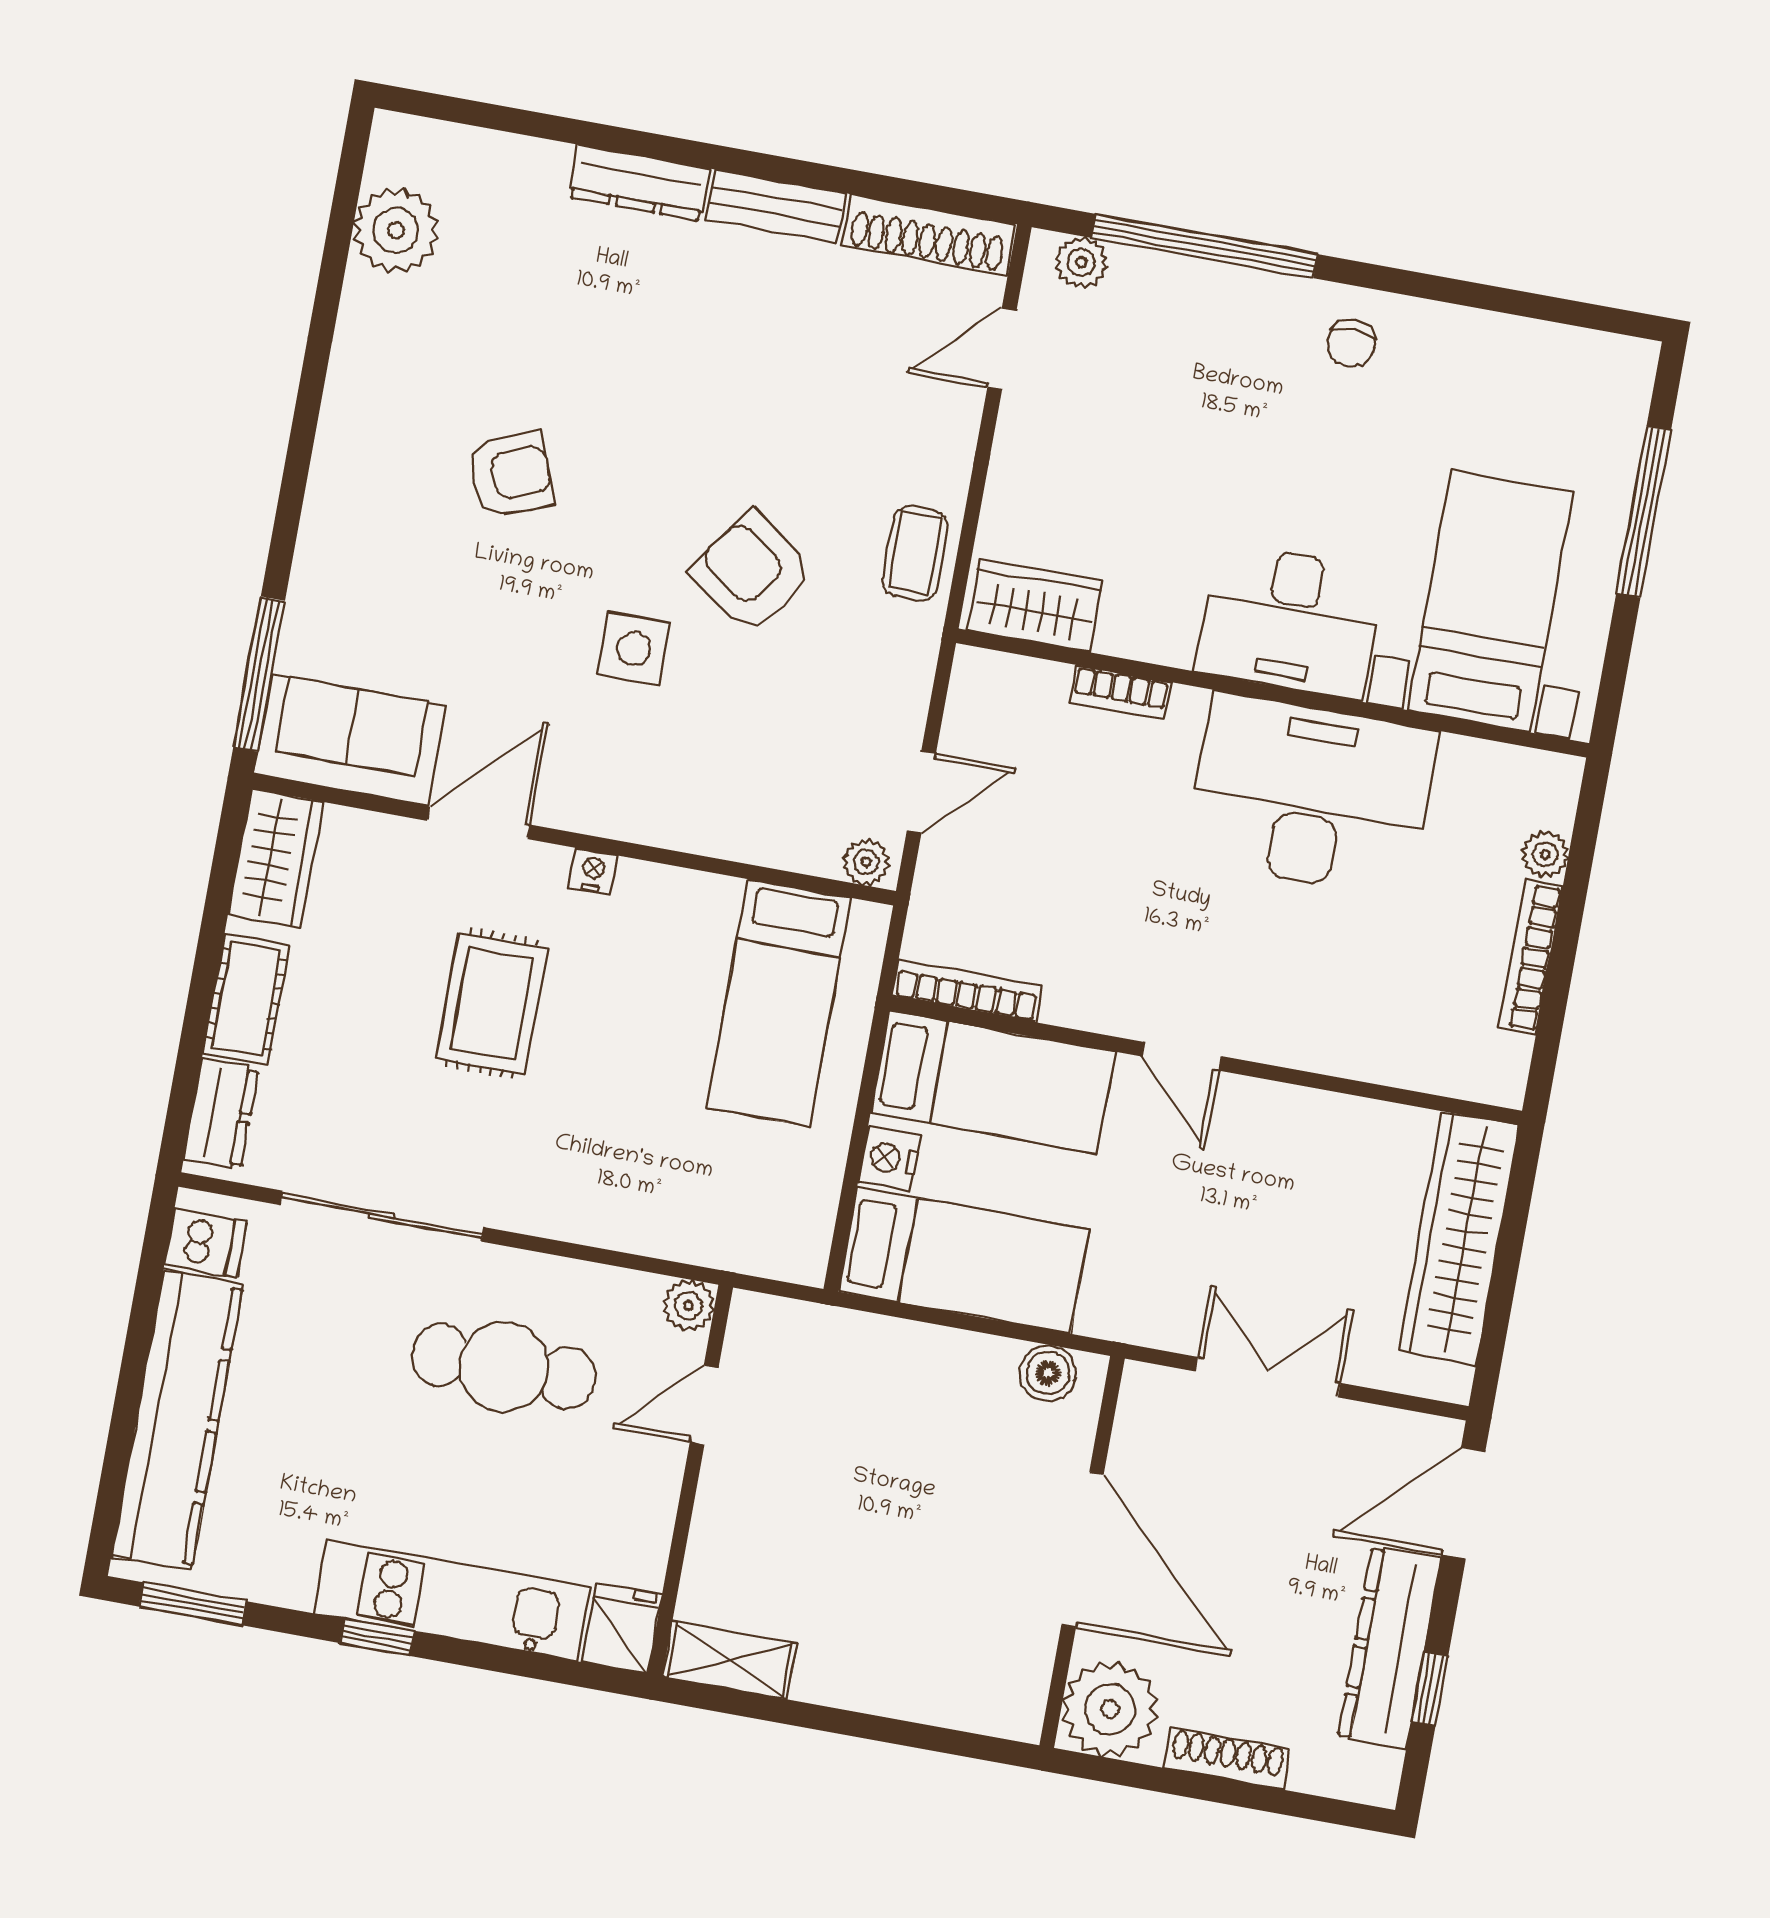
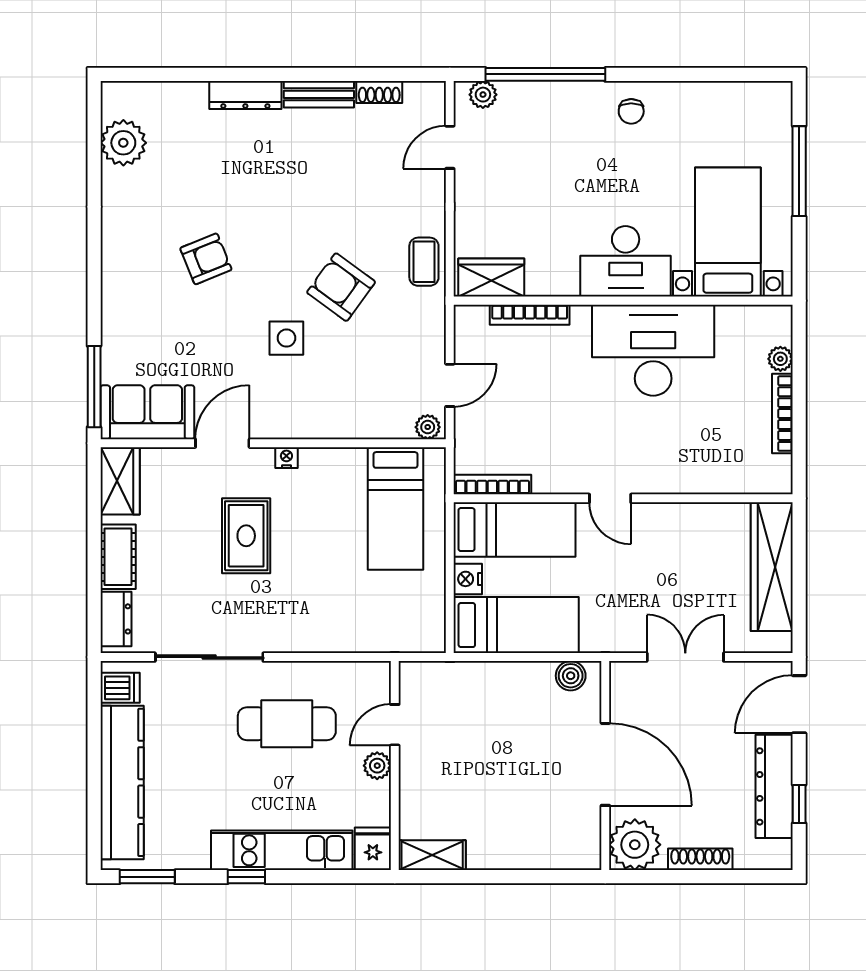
shoe rack: (928, 235) -> (379, 92), width x0.51, depth x0.81
bookcase: (1120, 692) -> (530, 315), width x1.56
plant: (689, 1306) -> (377, 766), moved

